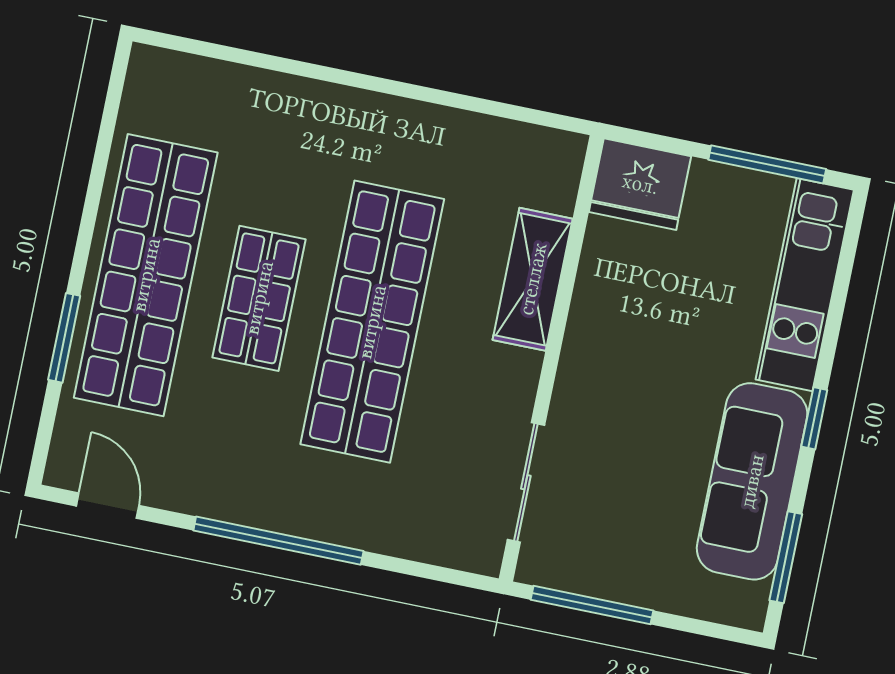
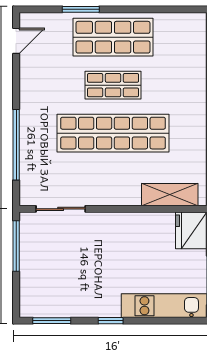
shop shelf: (146, 275) -> (113, 37), width x0.71
shelving: (533, 279) -> (170, 195), moved
sofa: (752, 481) -> (80, 301), removed
window: (278, 541) -> (16, 145), moved

